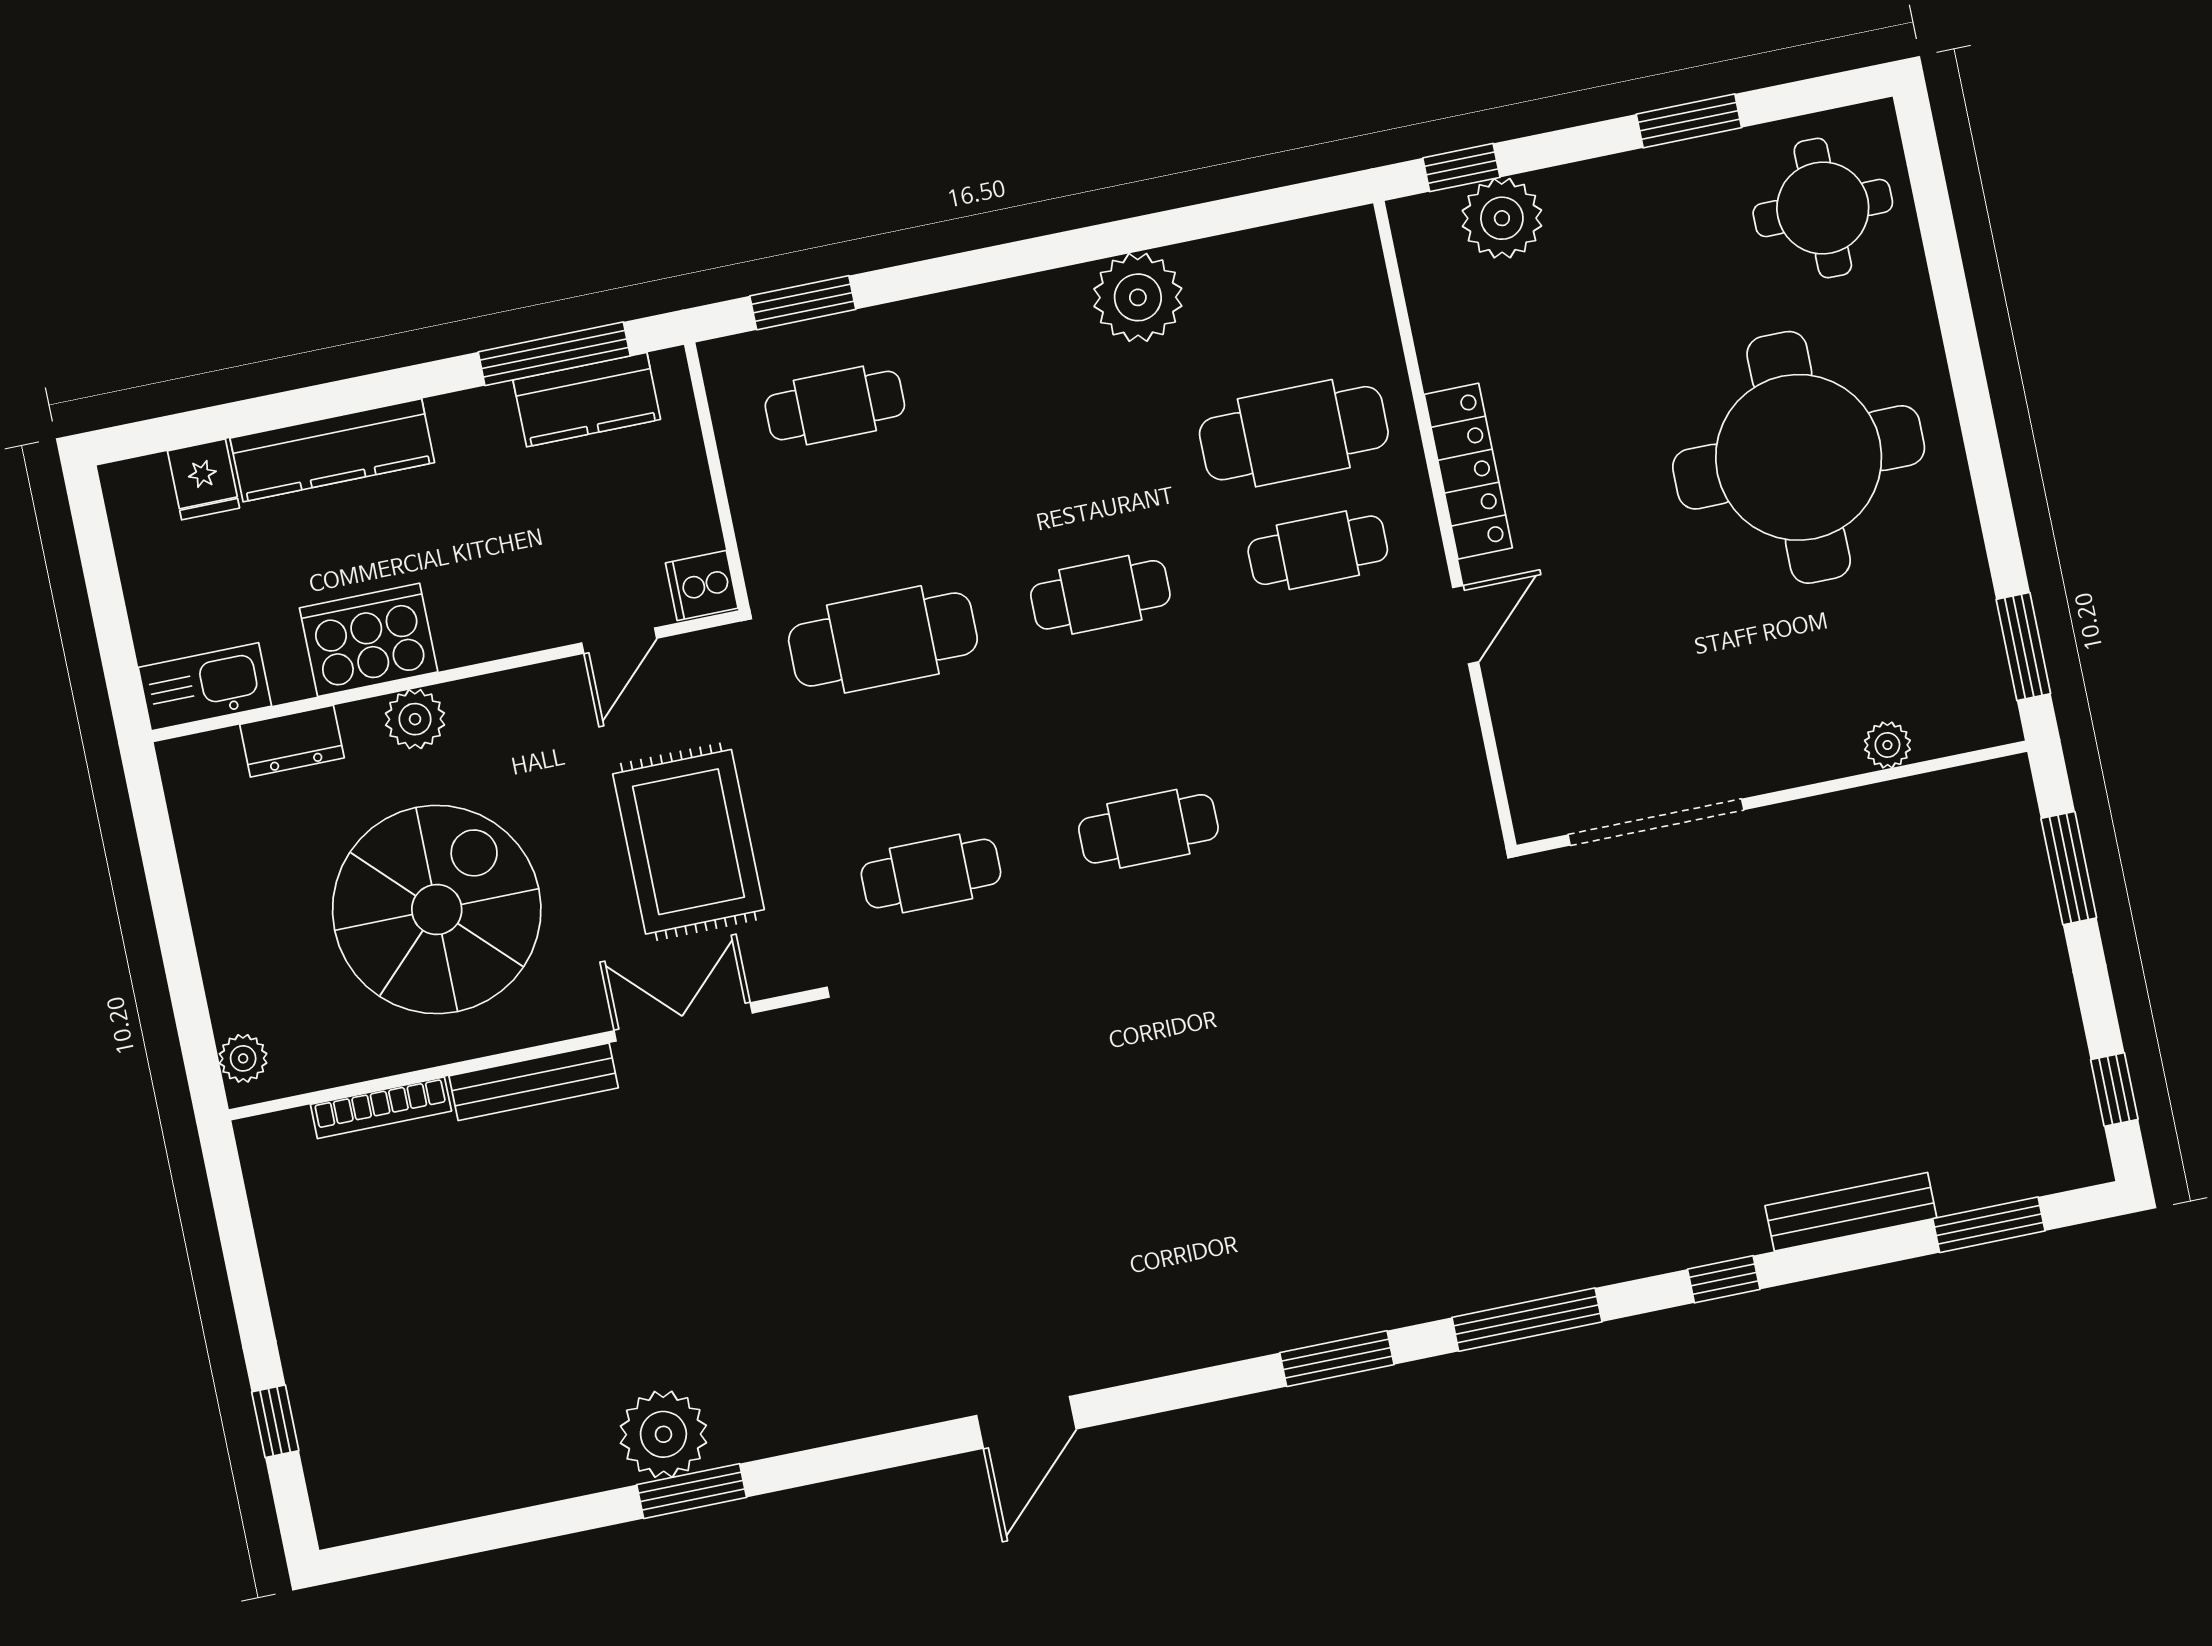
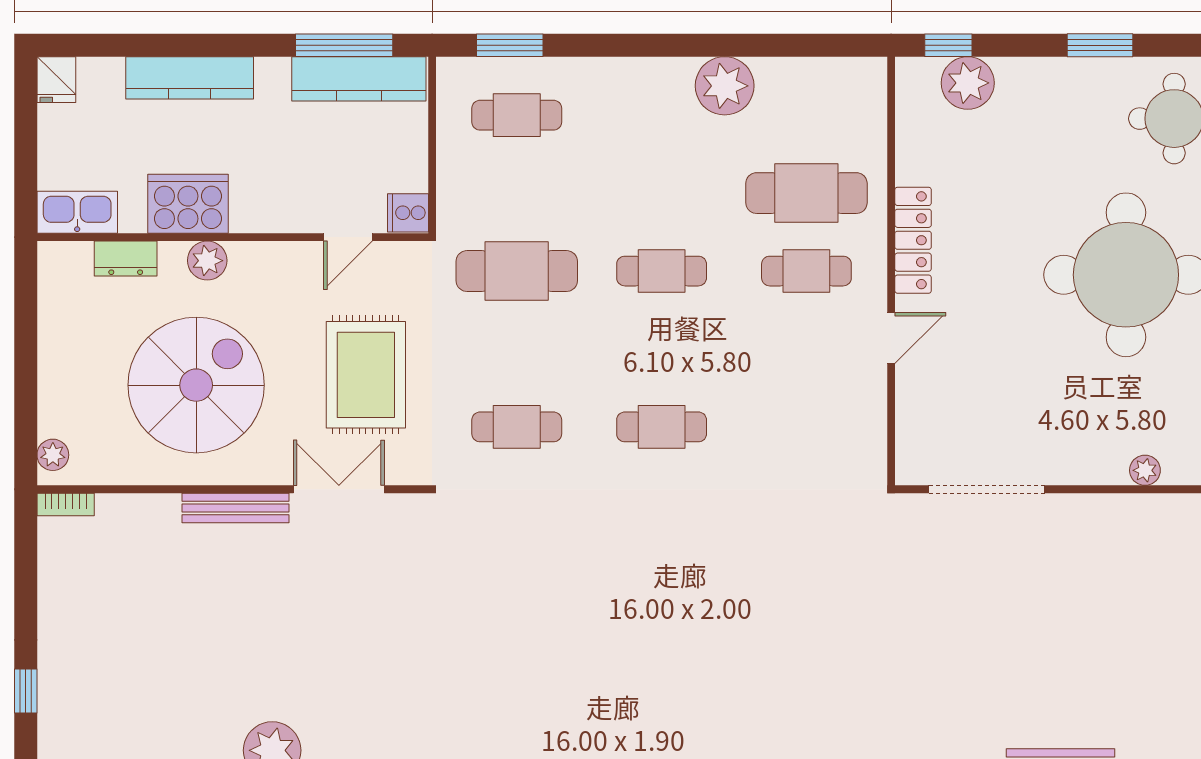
kitchen counter: (587, 400) -> (359, 79), width x1.50
fridge: (204, 479) -> (56, 80), moved
bookcase: (381, 1108) -> (66, 504), moved, width x0.64

